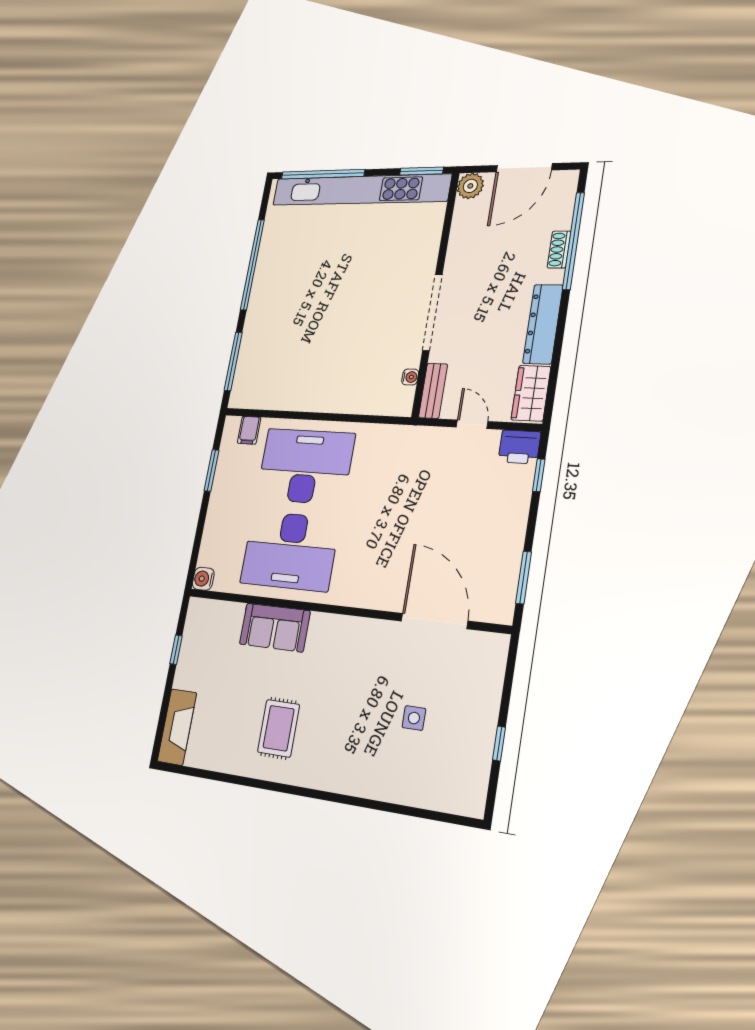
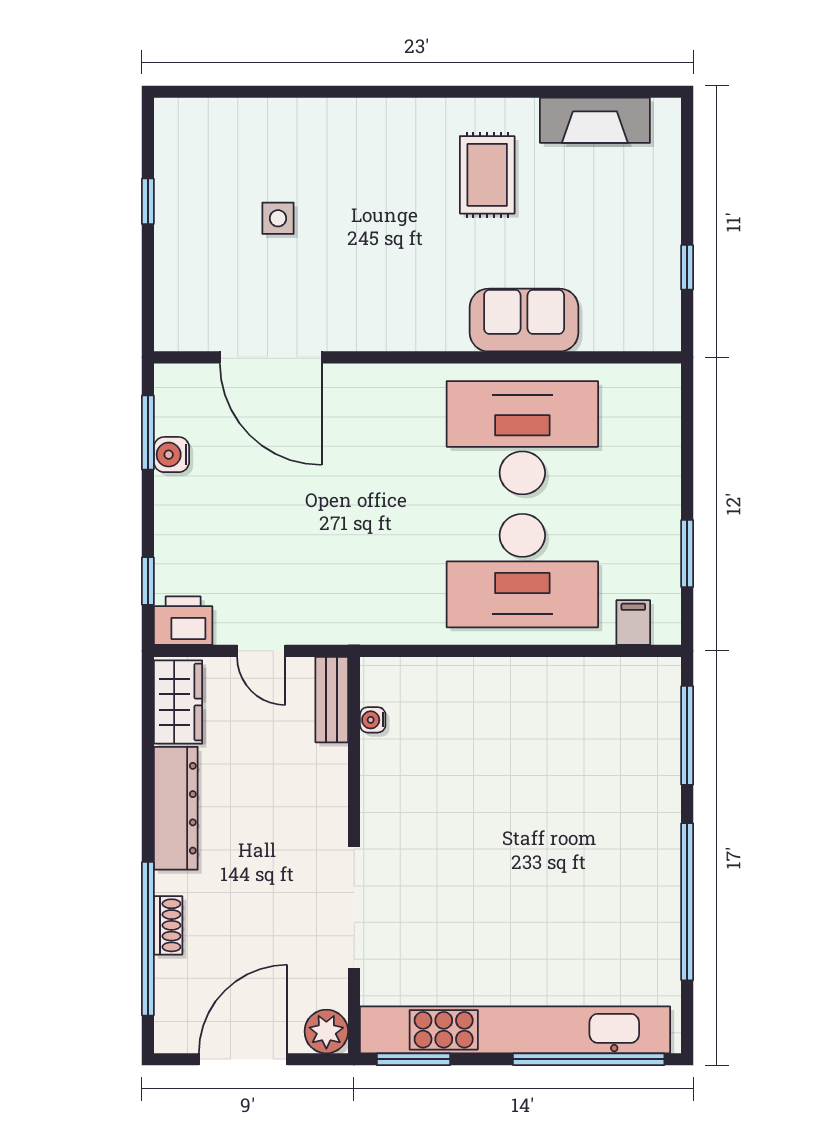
doorway: (432, 312) -> (354, 908), moved
water cooler: (203, 579) -> (171, 455), moved, turned 180
fireplace: (177, 727) -> (595, 120), moved, turned -90

